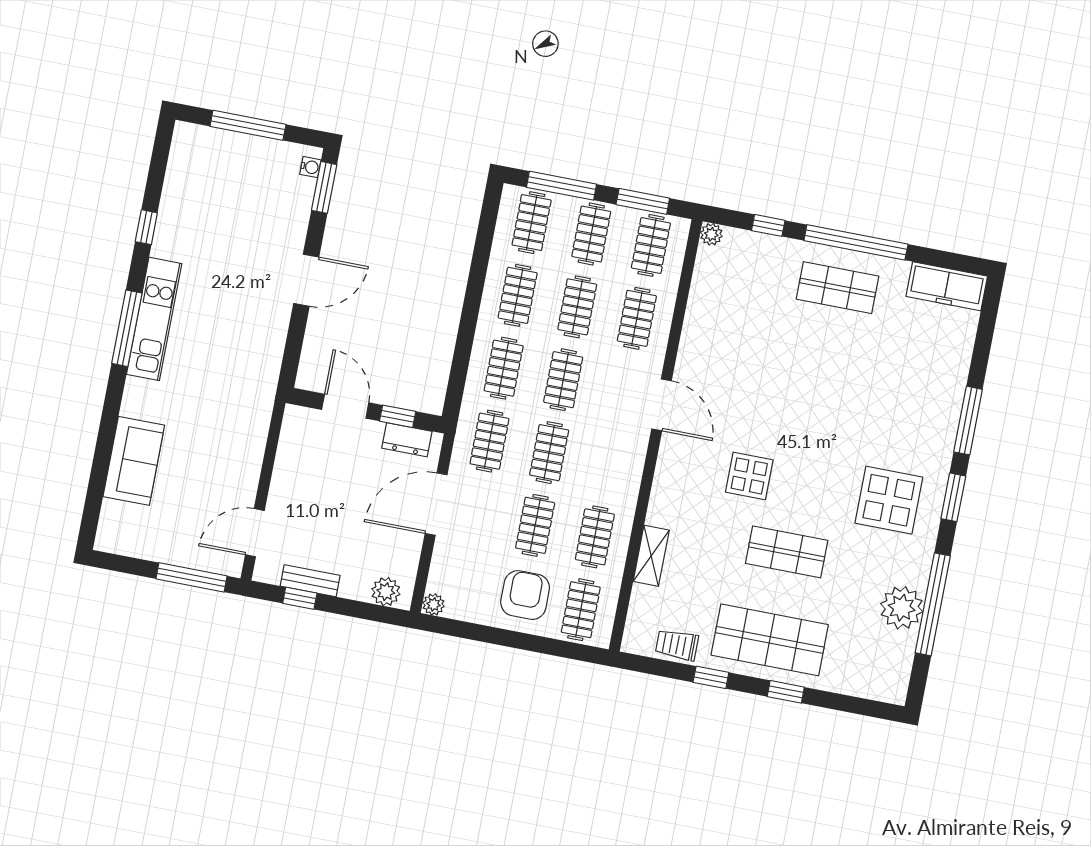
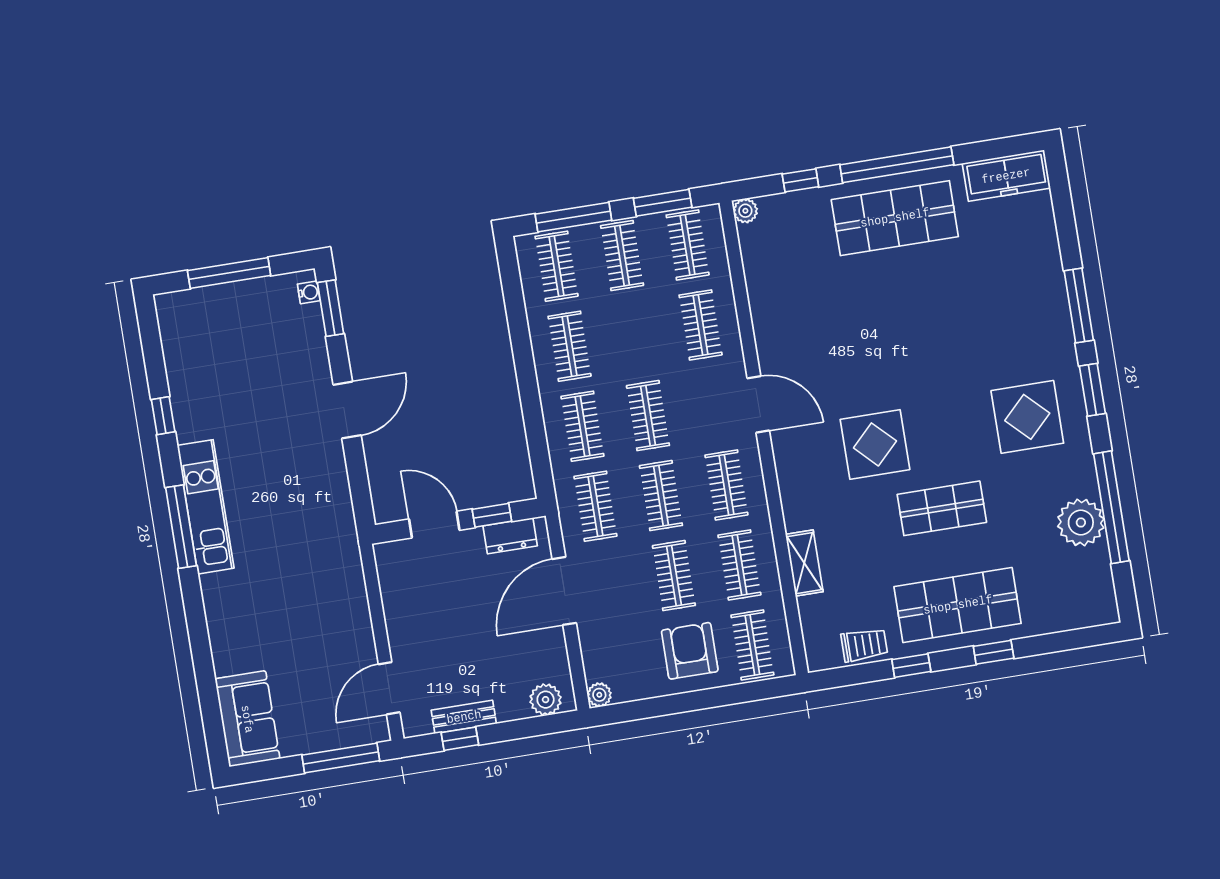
shop shelf: (838, 288) -> (895, 218), width x1.43, depth x1.36
clothes rail: (577, 307) -> (726, 485), moved
sofa: (134, 461) -> (247, 719), moved
display table: (749, 476) -> (875, 444), width x1.36, depth x1.36
trolley: (677, 645) -> (864, 645), turned 180

